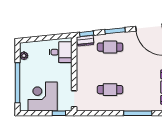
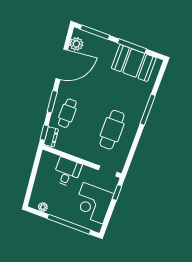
desk: (61, 52) -> (67, 172), moved
cafe table: (110, 90) -> (112, 130), width x1.37, depth x1.35

